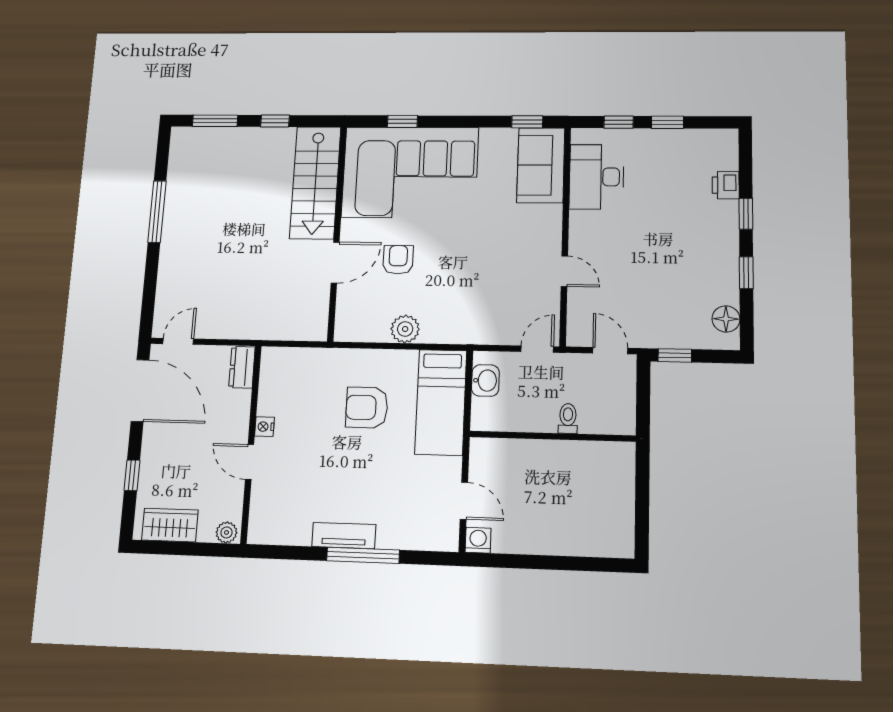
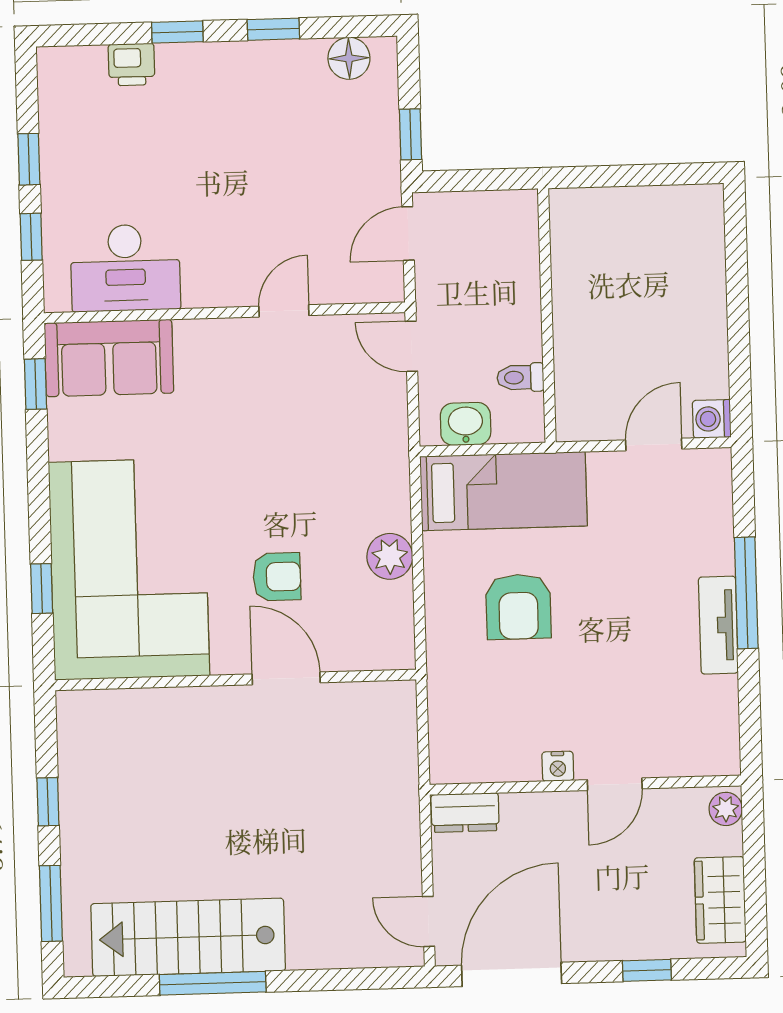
stairs: (315, 183) -> (188, 937), moved, turned 180
armchair: (398, 260) -> (277, 577), turned 180
toilet: (568, 418) -> (520, 377), moved

